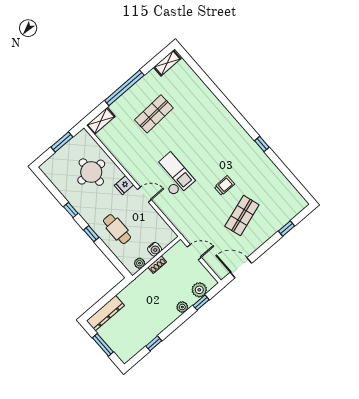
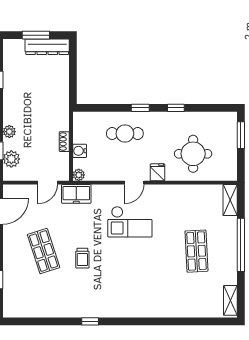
window: (62, 142) -> (241, 135), moved
freezer: (185, 227) -> (76, 194), added
plant: (140, 263) -> (79, 175), moved
dresser: (105, 313) -> (47, 47), moved, turned -90

